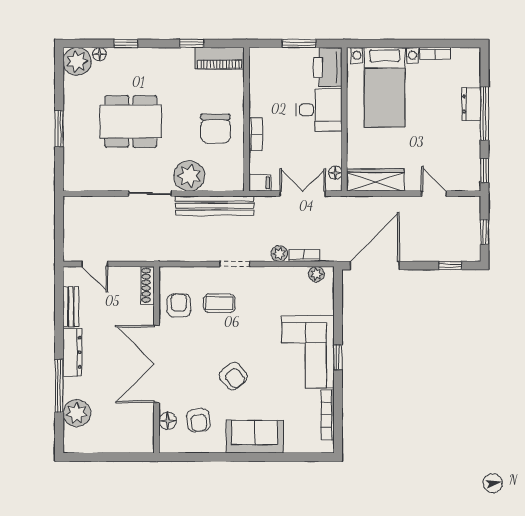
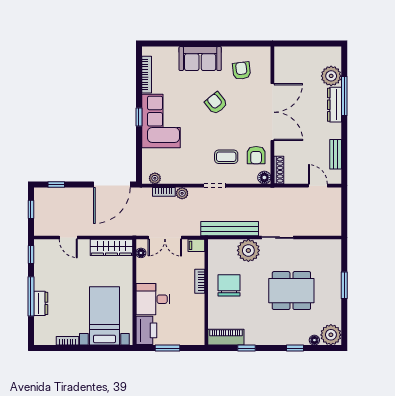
dresser: (72, 352) -> (334, 105), moved
floor lamp: (168, 421) -> (264, 178), moved

